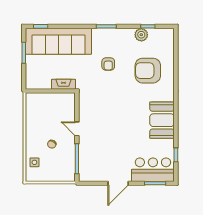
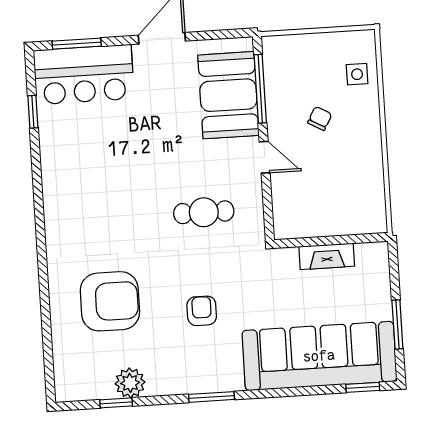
fireplace: (63, 84) -> (327, 256), moved
cafe table: (105, 107) -> (204, 212), added
booth: (162, 120) -> (228, 95), moved

